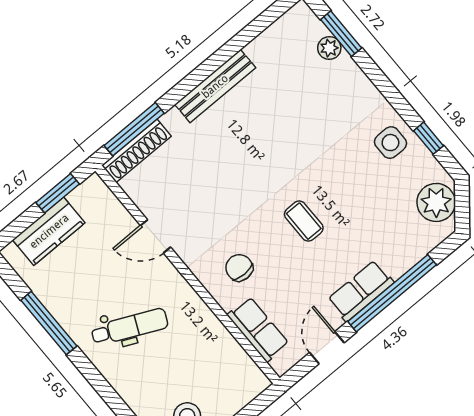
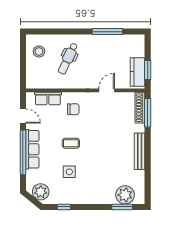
plant: (329, 48) -> (125, 195), width x1.88, depth x1.88
side table: (390, 143) -> (69, 172), moved
kitchen counter: (49, 231) -> (138, 72), moved
row of seats: (361, 291) -> (32, 149), width x1.48
dental chair: (130, 327) -> (68, 59), moved

